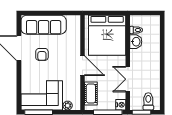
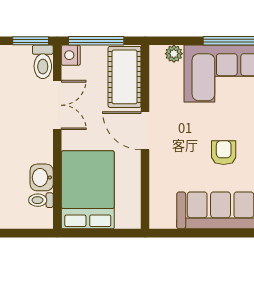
bed: (107, 35) -> (88, 190), width x0.73
cot: (91, 94) -> (125, 77), width x1.37, depth x1.34
toilet: (148, 101) -> (43, 62), moved

